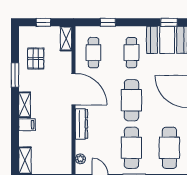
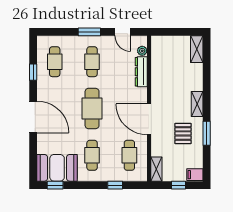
pallet: (36, 58) -> (183, 133), moved
dresser: (81, 124) -> (141, 72), moved
filing cabinet: (27, 125) -> (195, 175), moved
cafe table: (131, 148) -> (92, 62), width x0.73, depth x0.74
cafe table: (169, 148) -> (55, 62), width x0.73, depth x0.74

